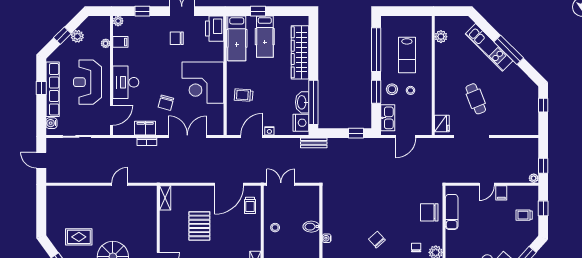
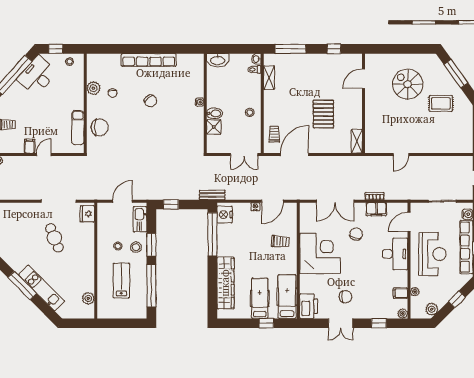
plant: (77, 36) -> (432, 309), moved
washbasin: (302, 102) -> (223, 234), removed
shower: (312, 213) -> (214, 127), added

